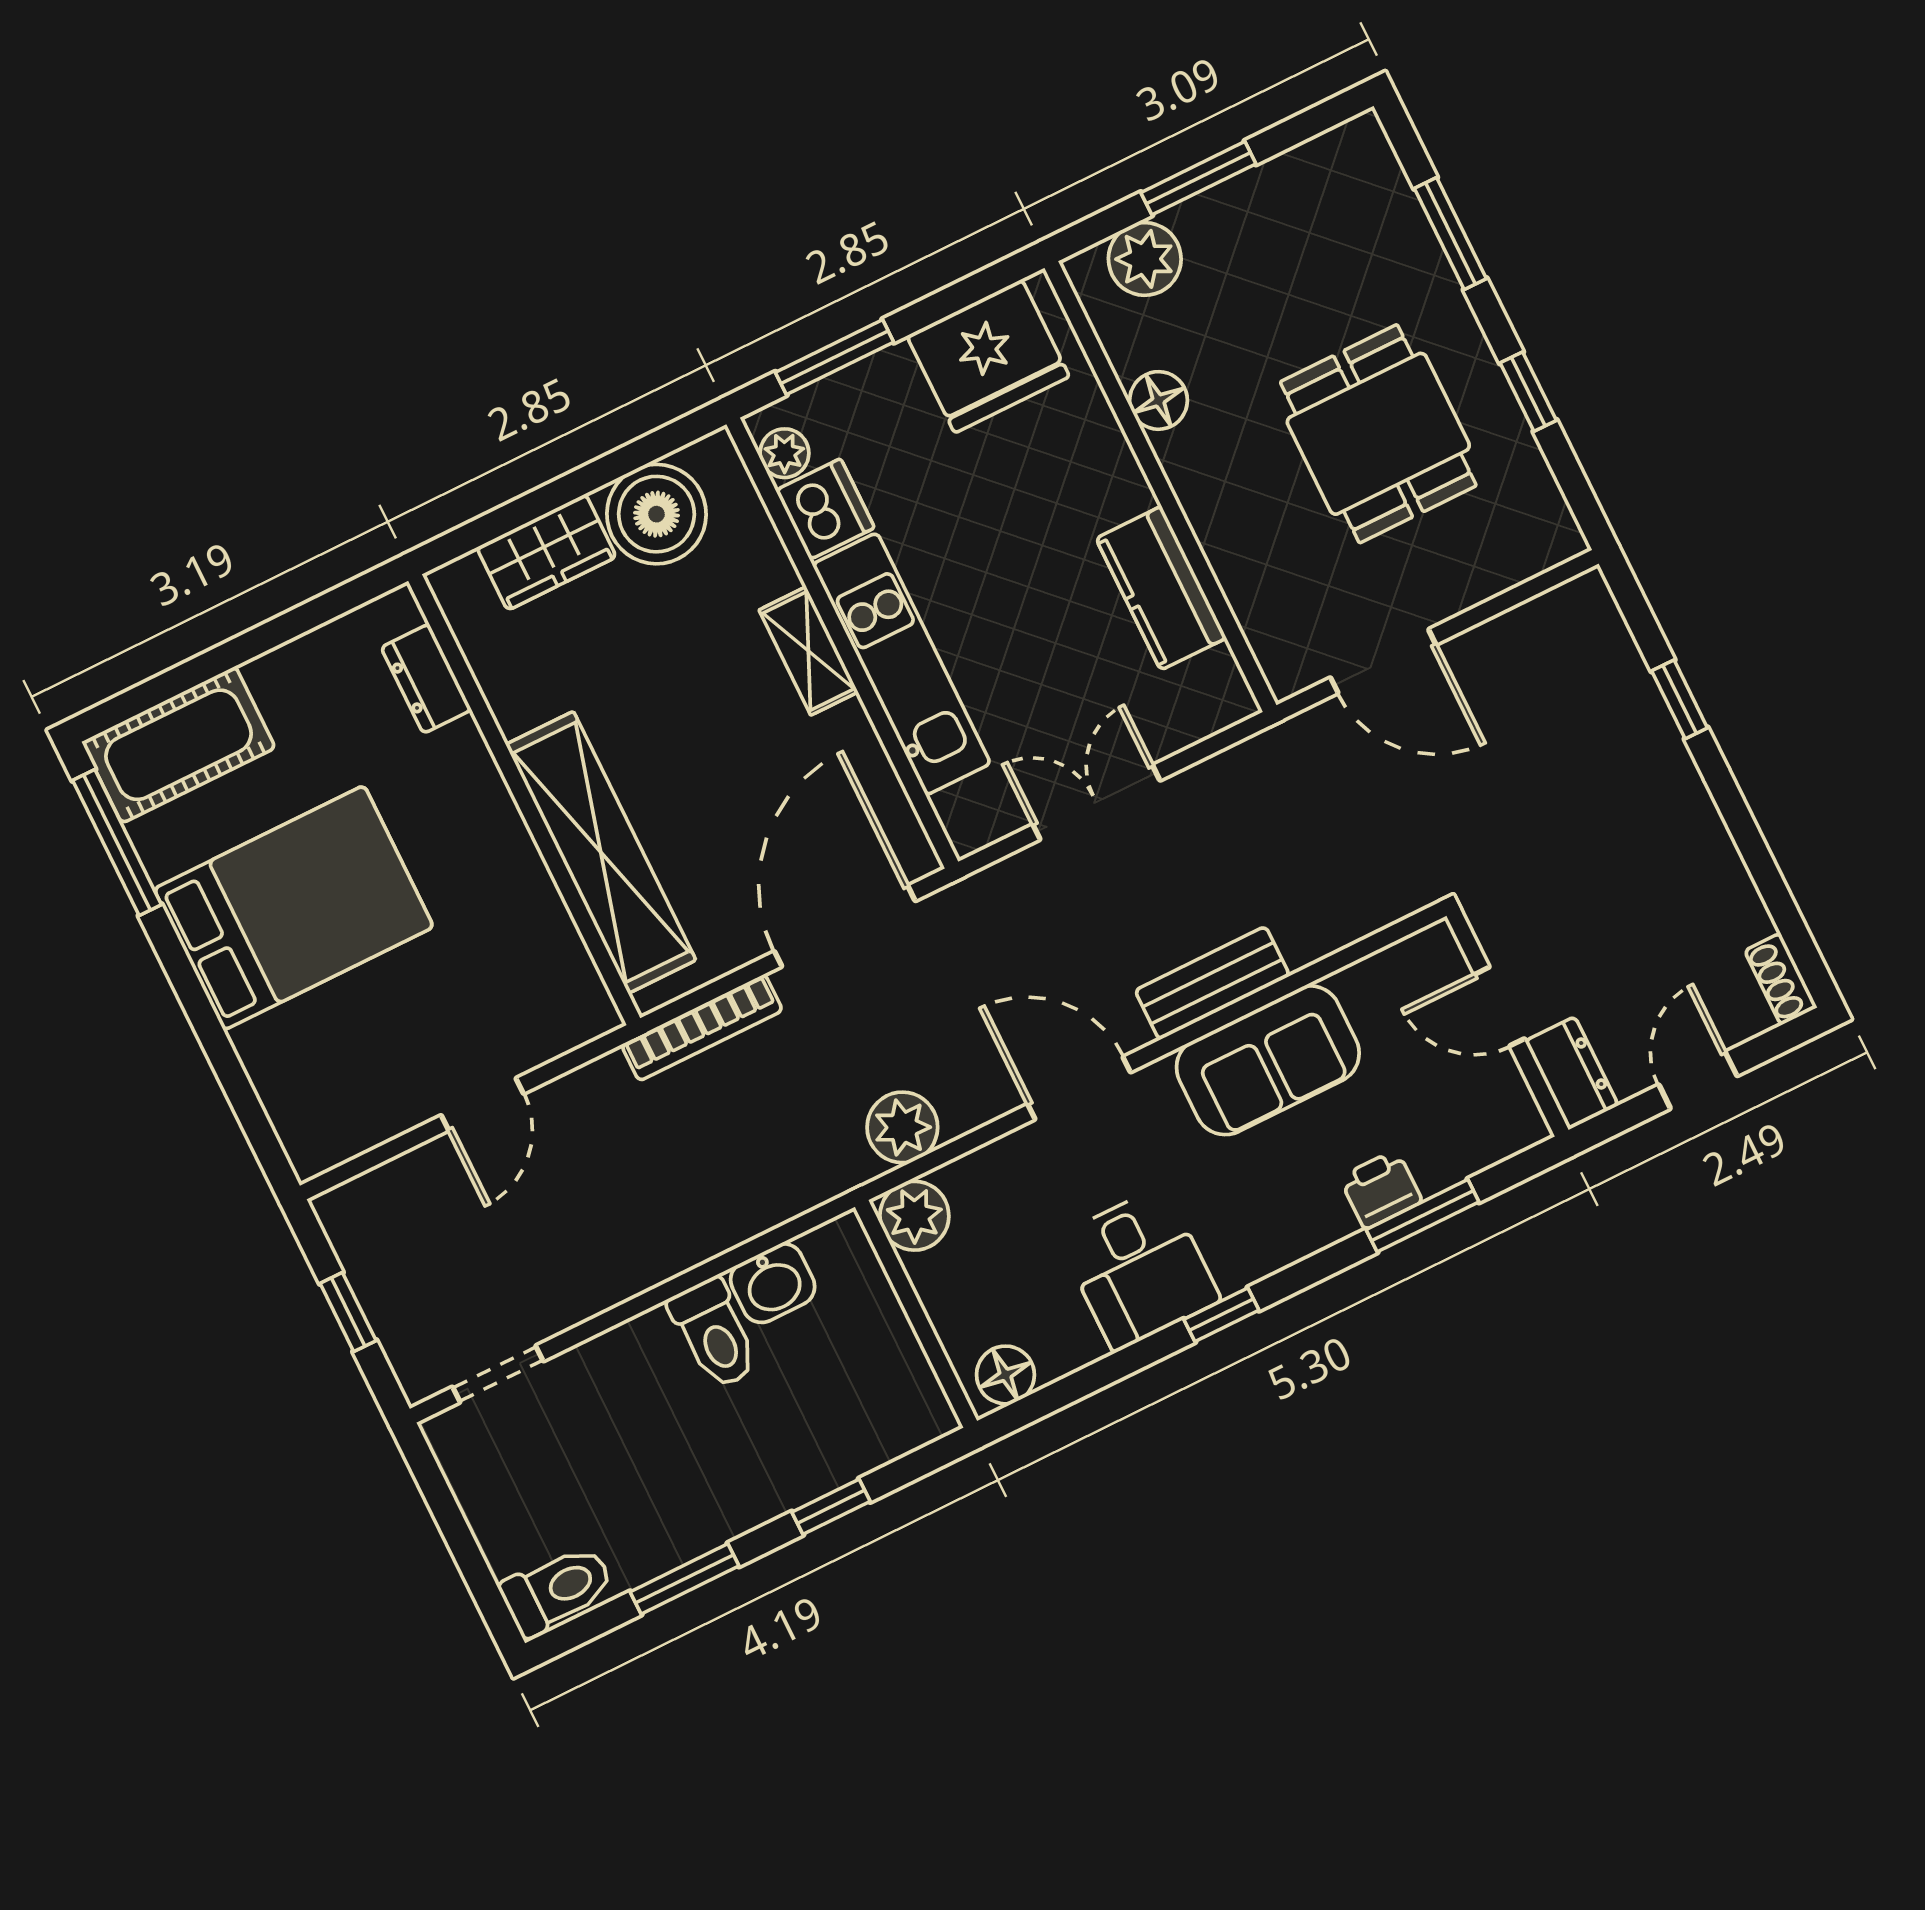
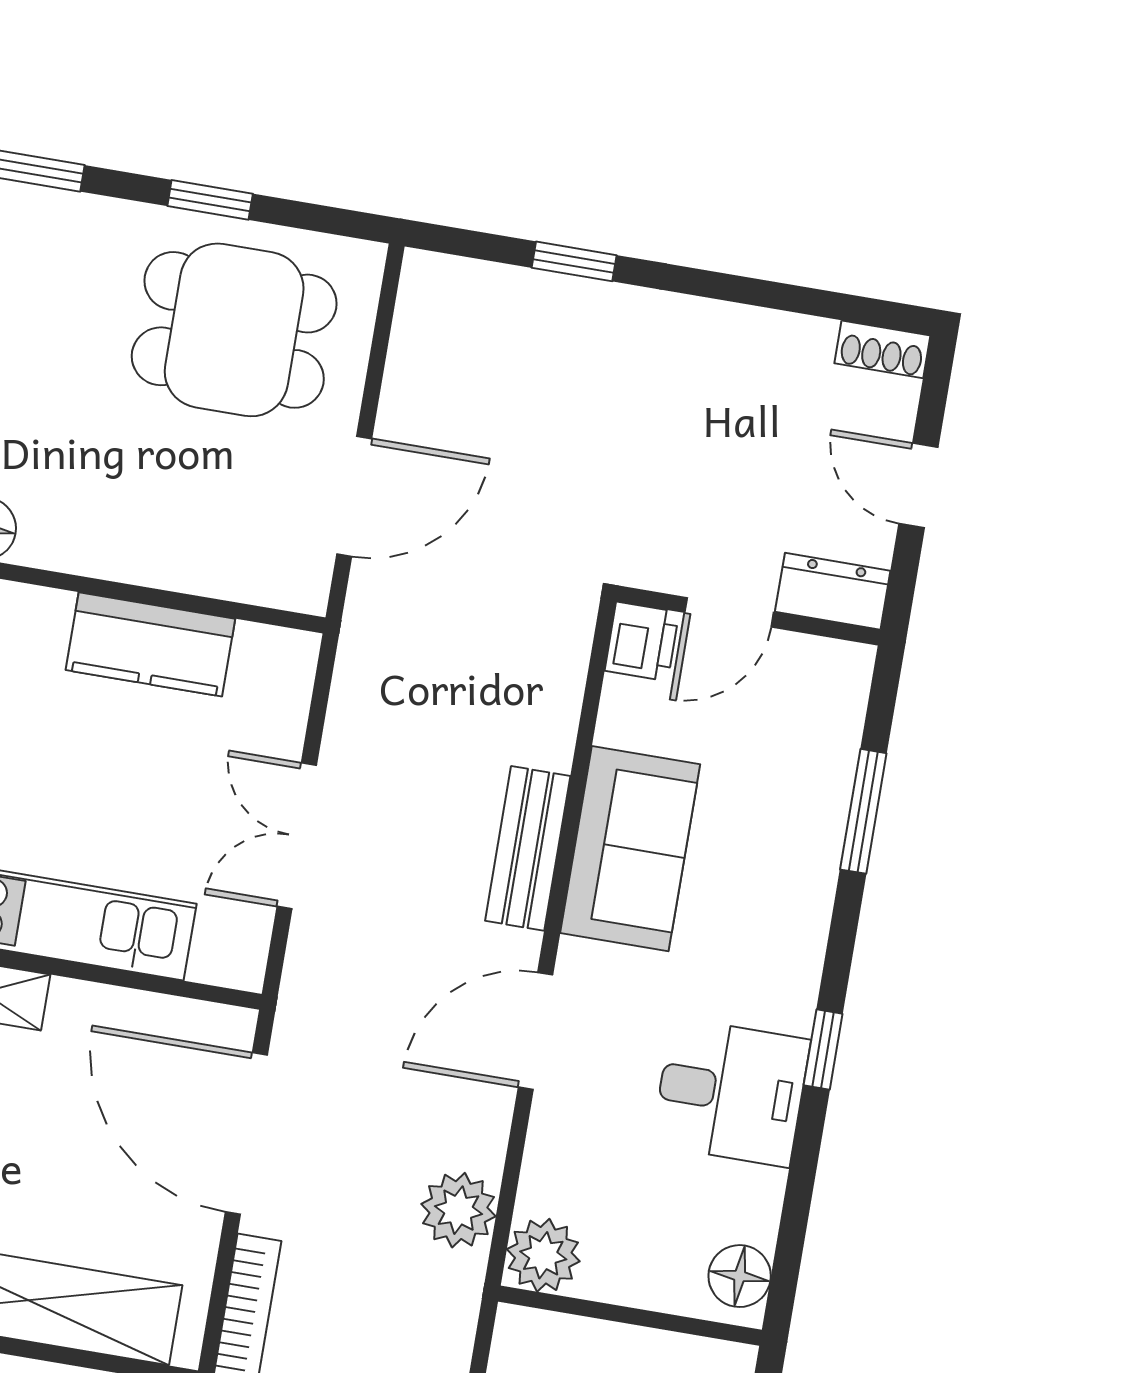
dining table: (1378, 434) -> (234, 330), moved
printer: (1381, 1189) -> (642, 641), moved, turned 180

